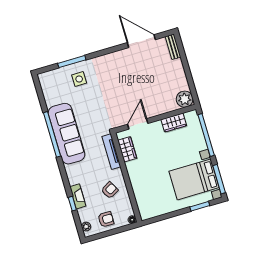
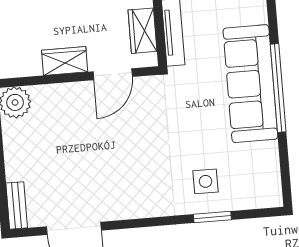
window: (72, 62) -> (212, 217), width x0.69
wardrobe: (174, 123) -> (65, 61), moved

